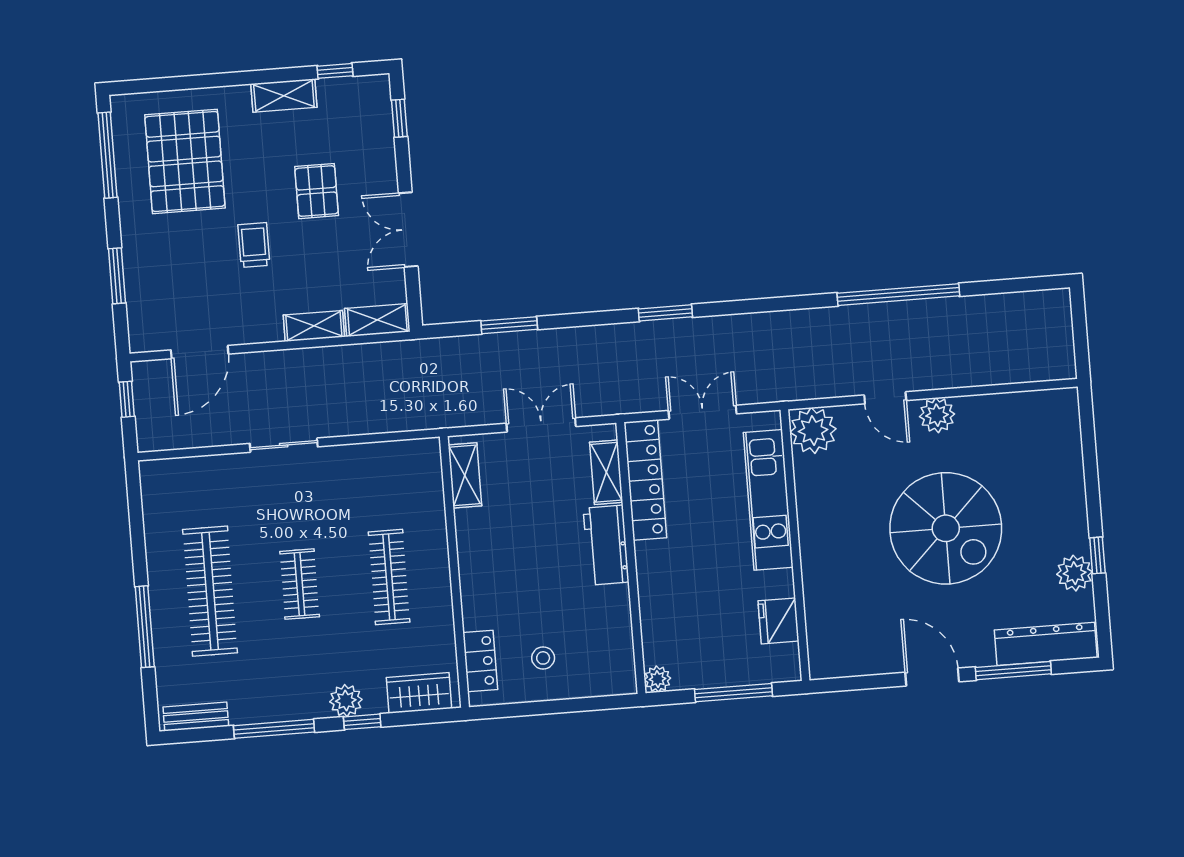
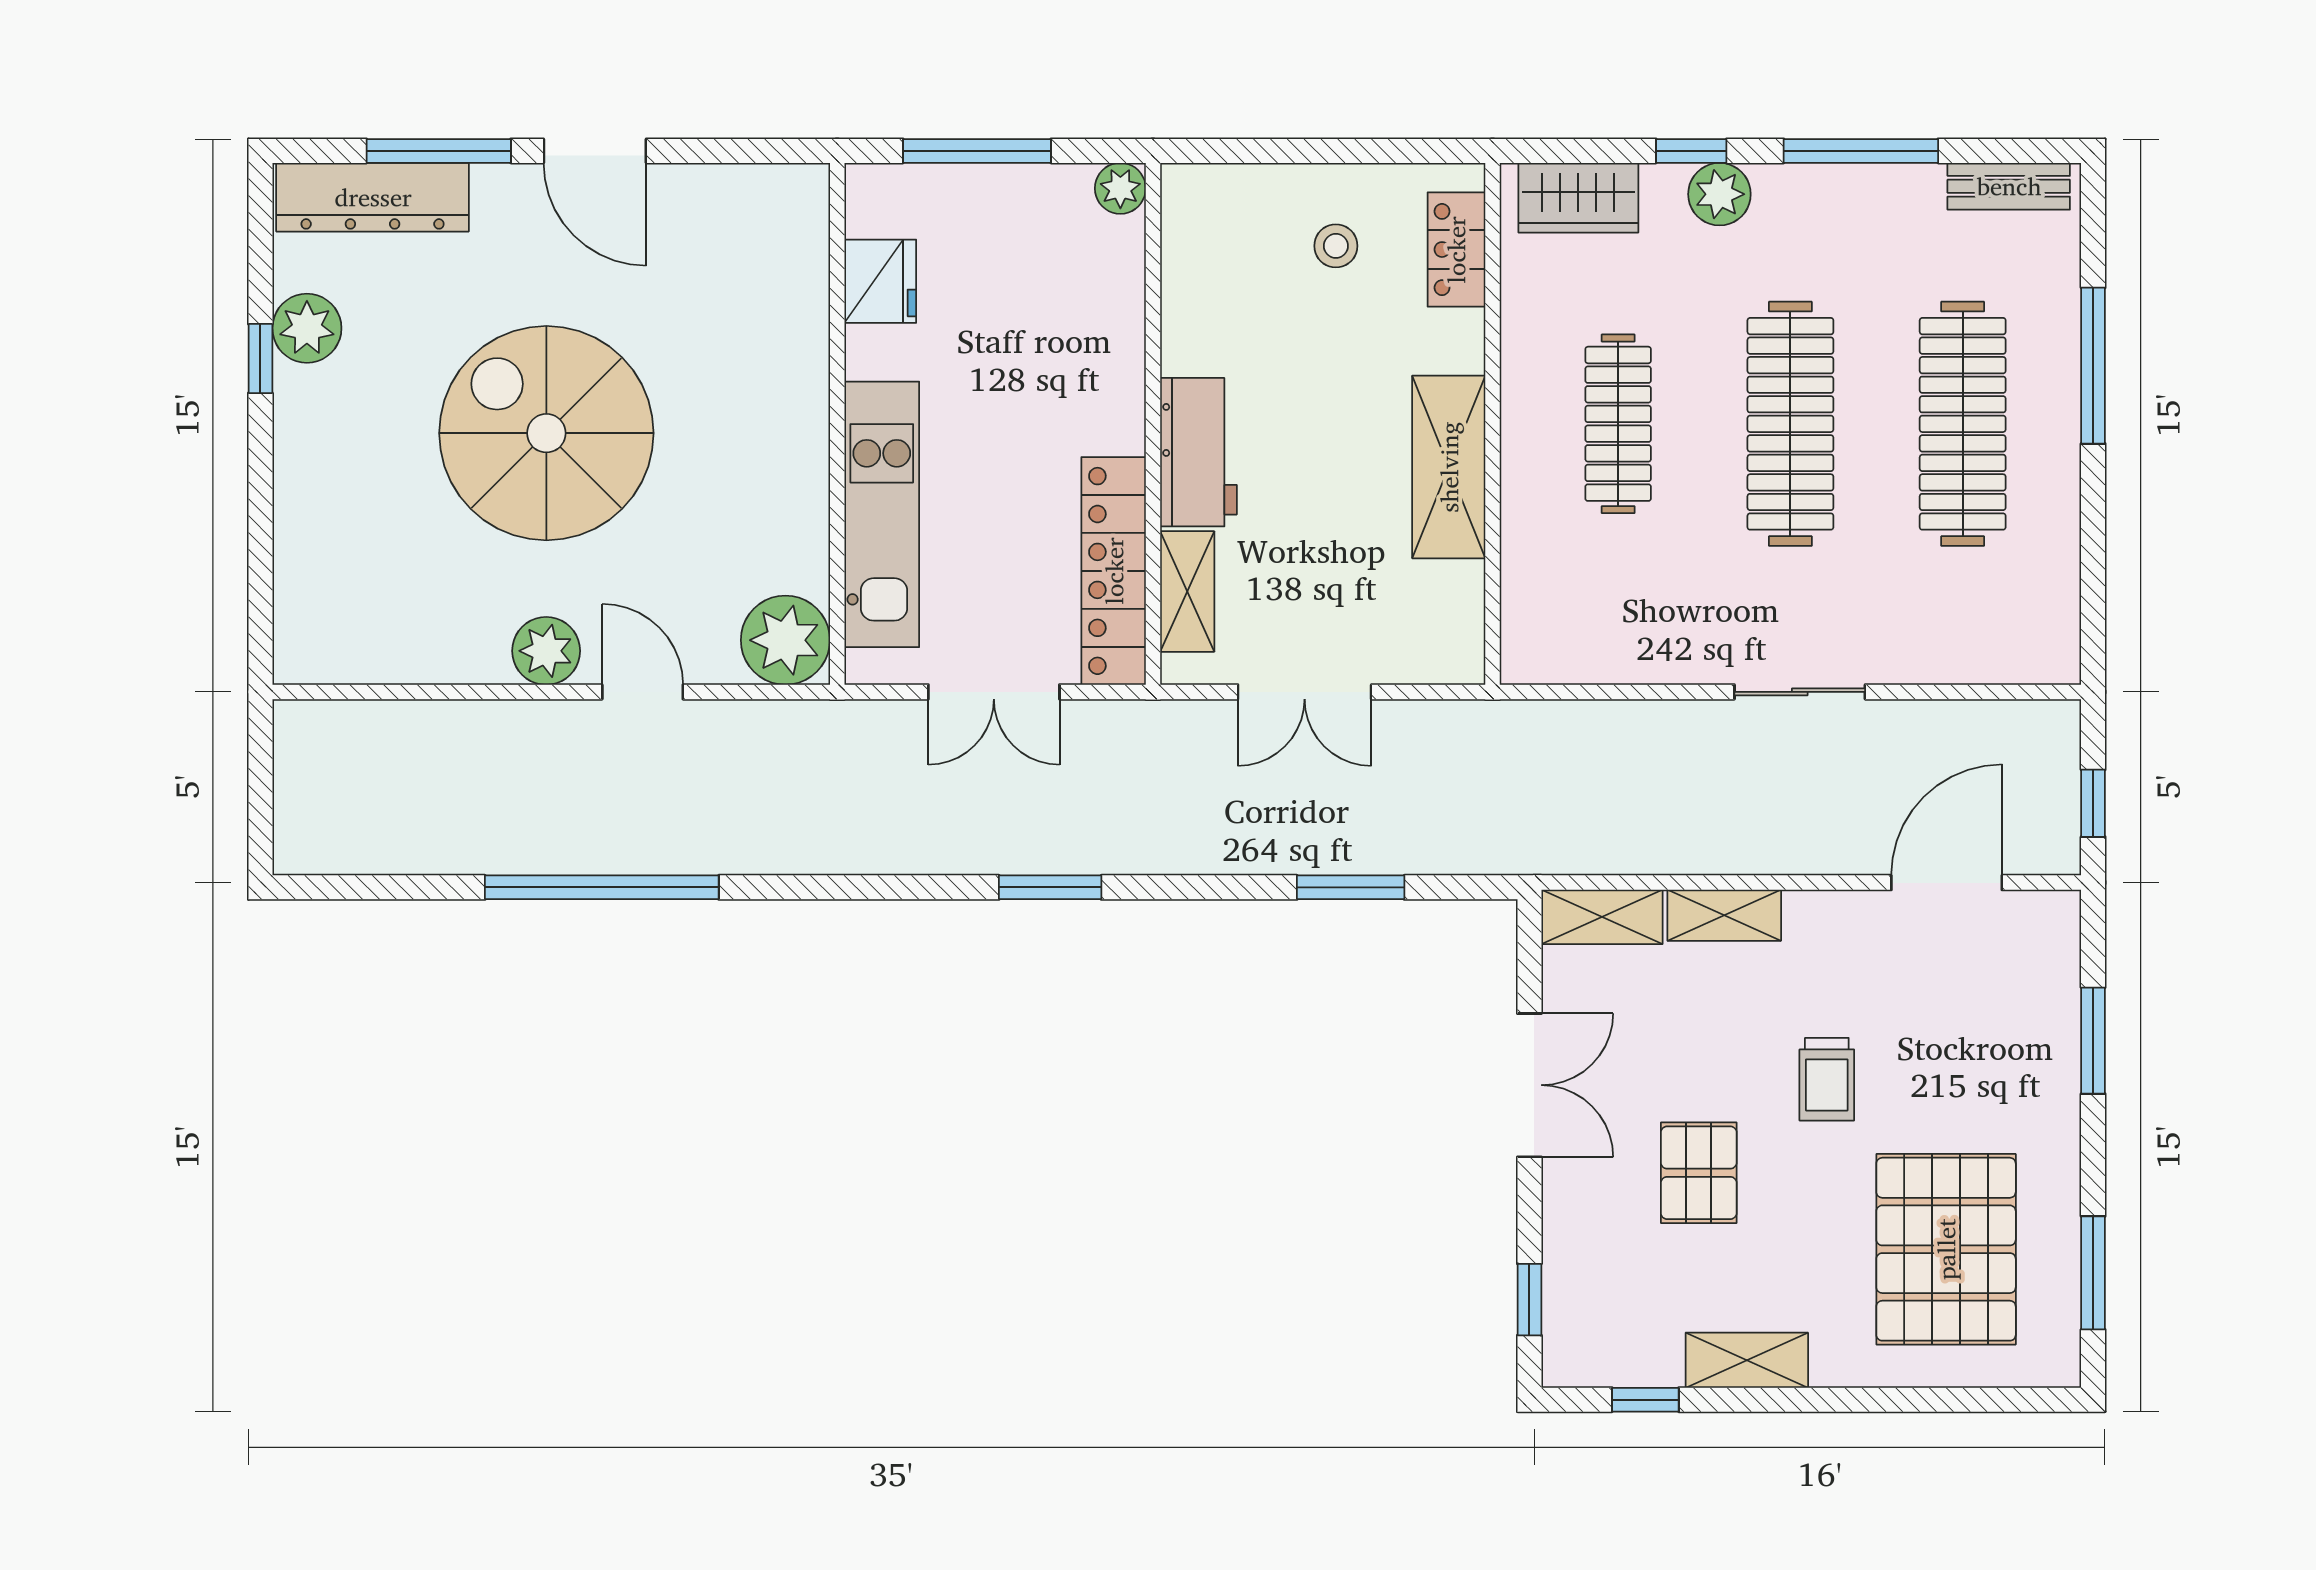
window: (108, 155) -> (2093, 1273), width x0.69
shelving: (465, 475) -> (1449, 467), moved, width x1.50, depth x1.33
clothes rail: (300, 584) -> (1790, 424), width x1.86, depth x1.31

